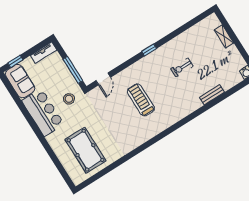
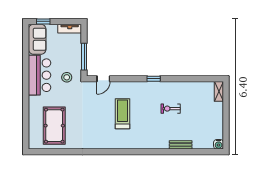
shelving: (224, 36) -> (219, 91), moved

